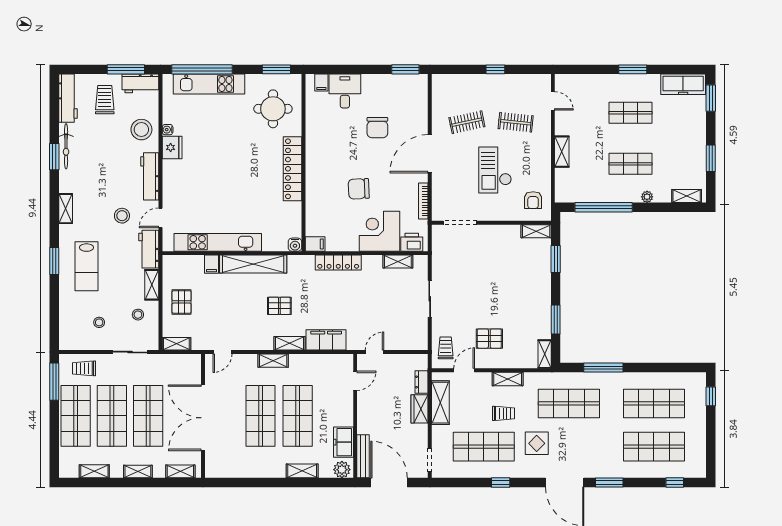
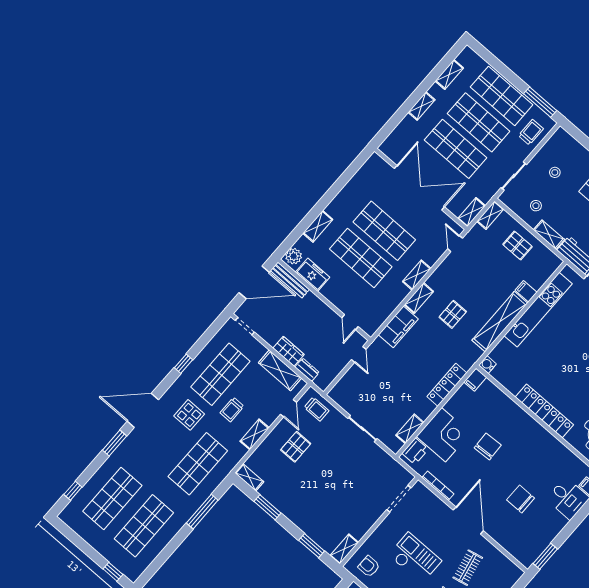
shelving: (180, 471) -> (472, 212), moved

